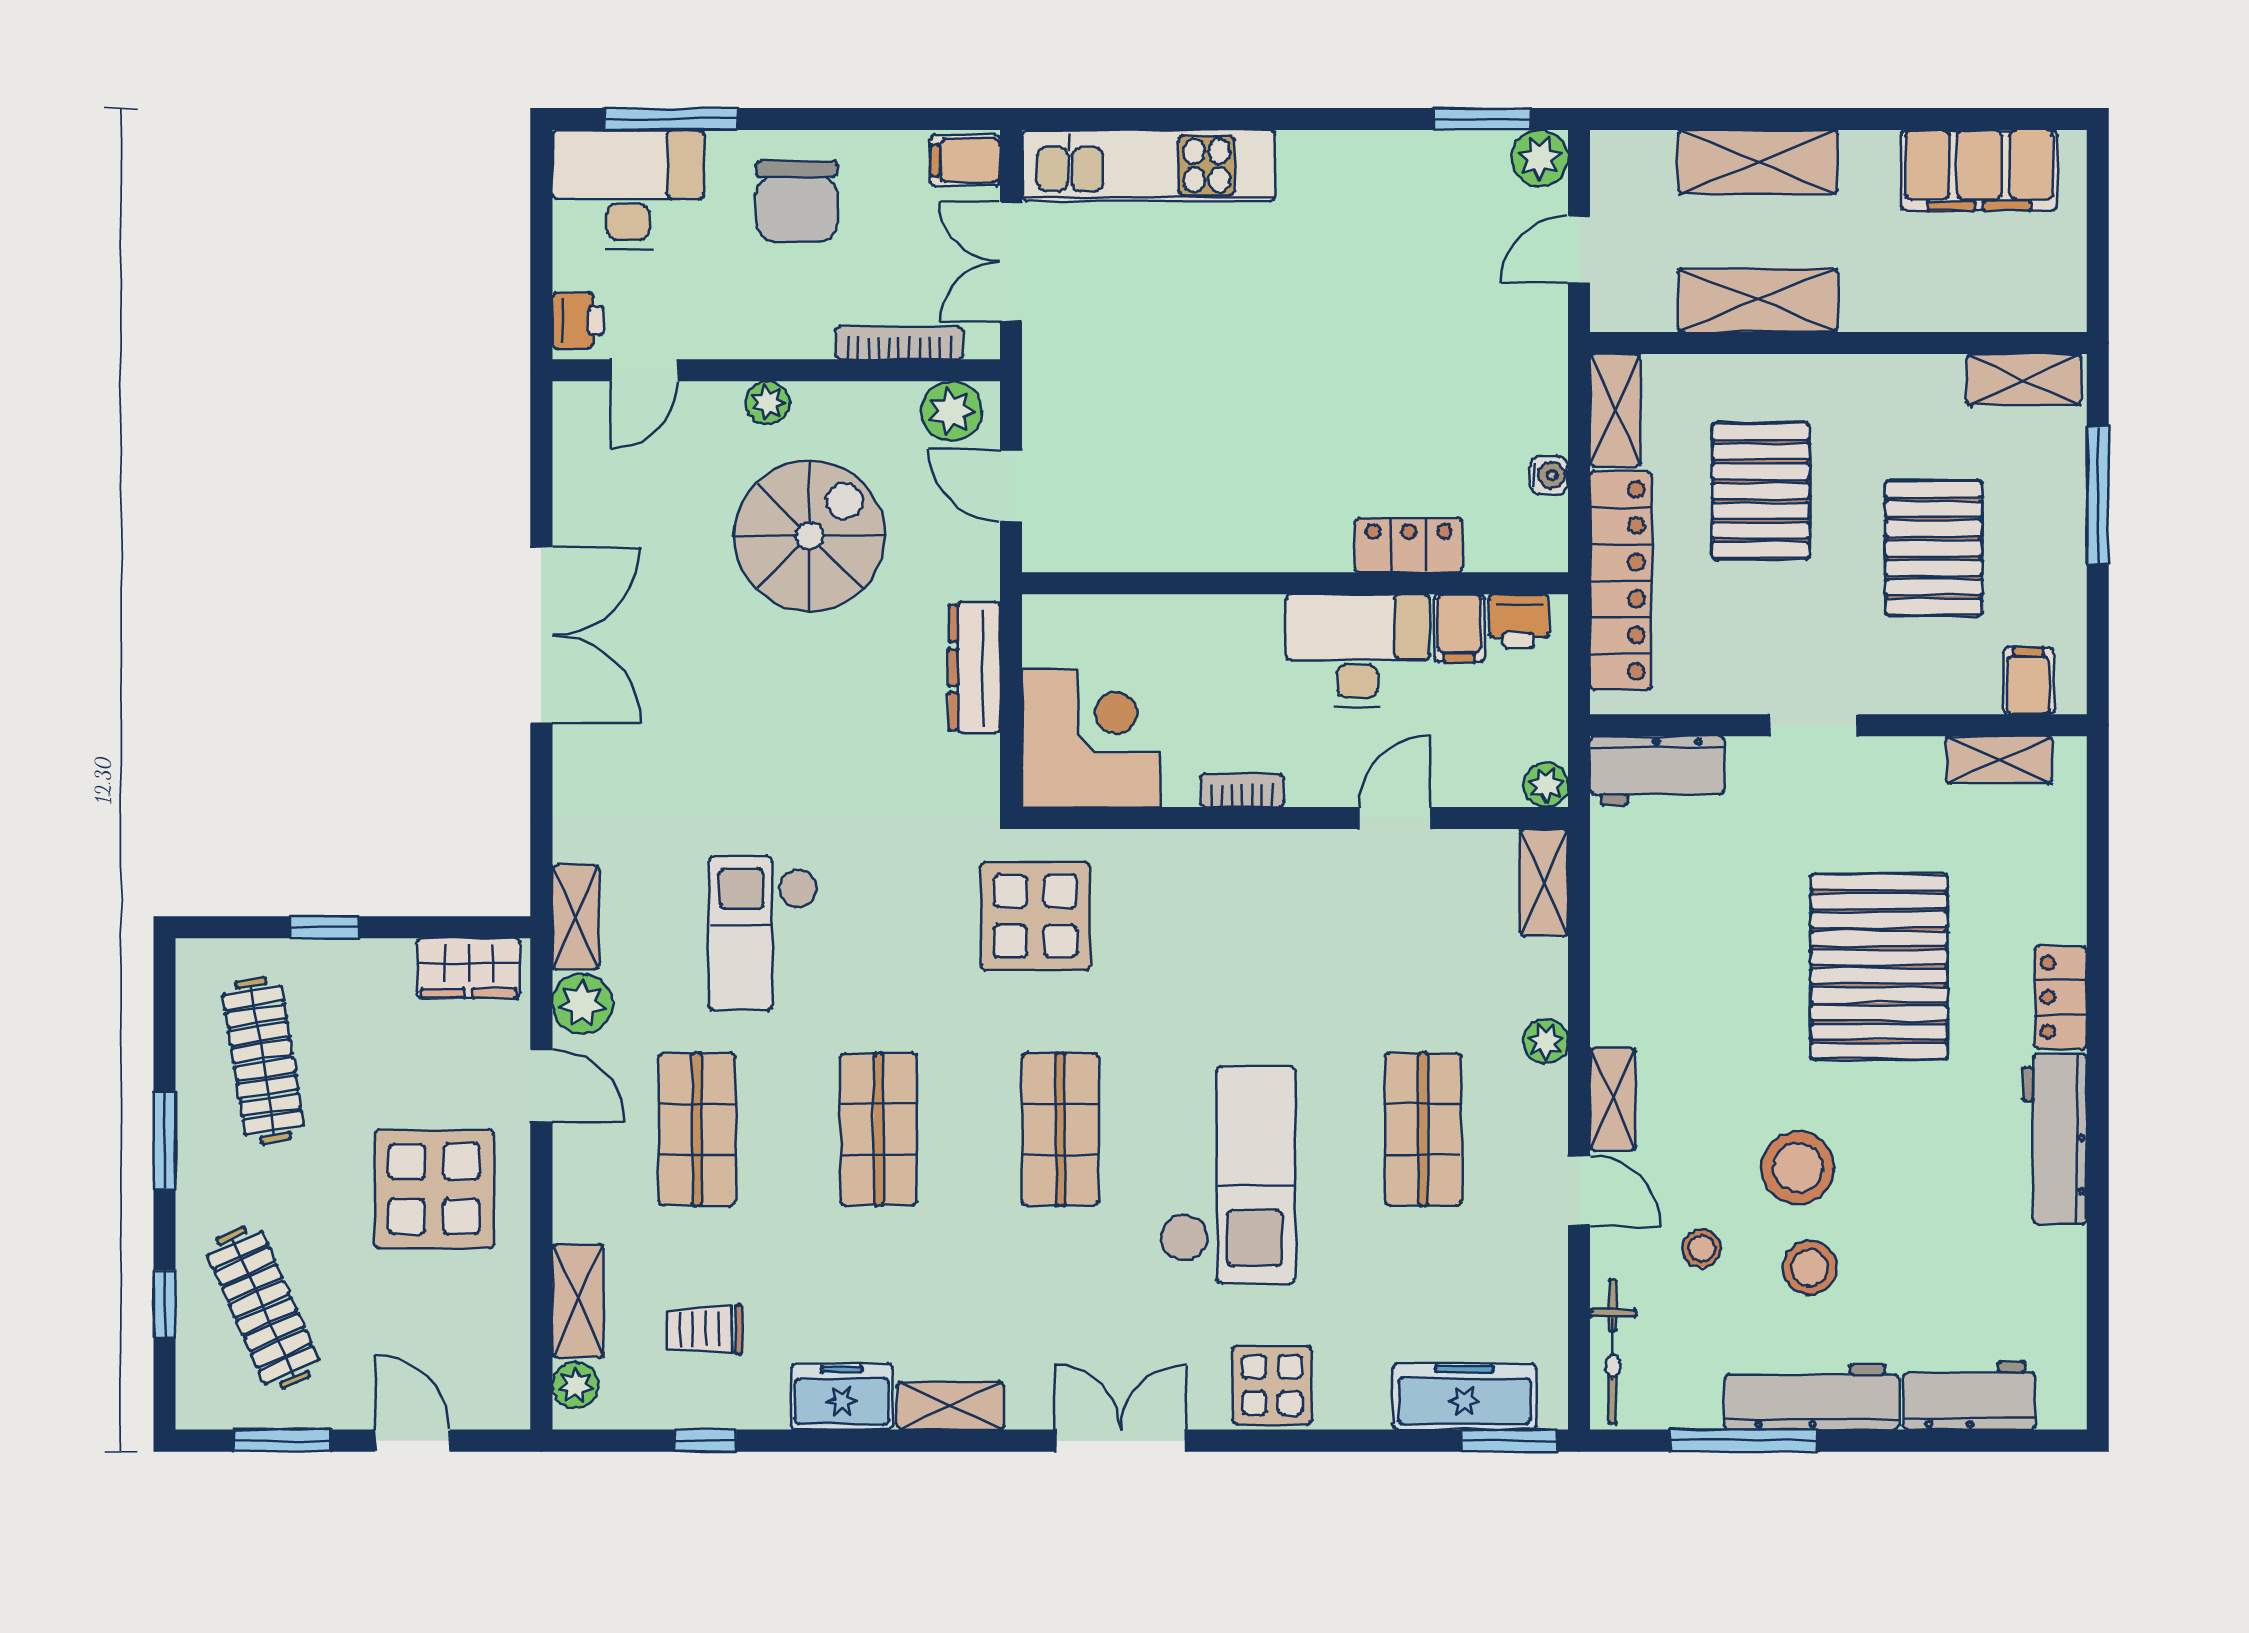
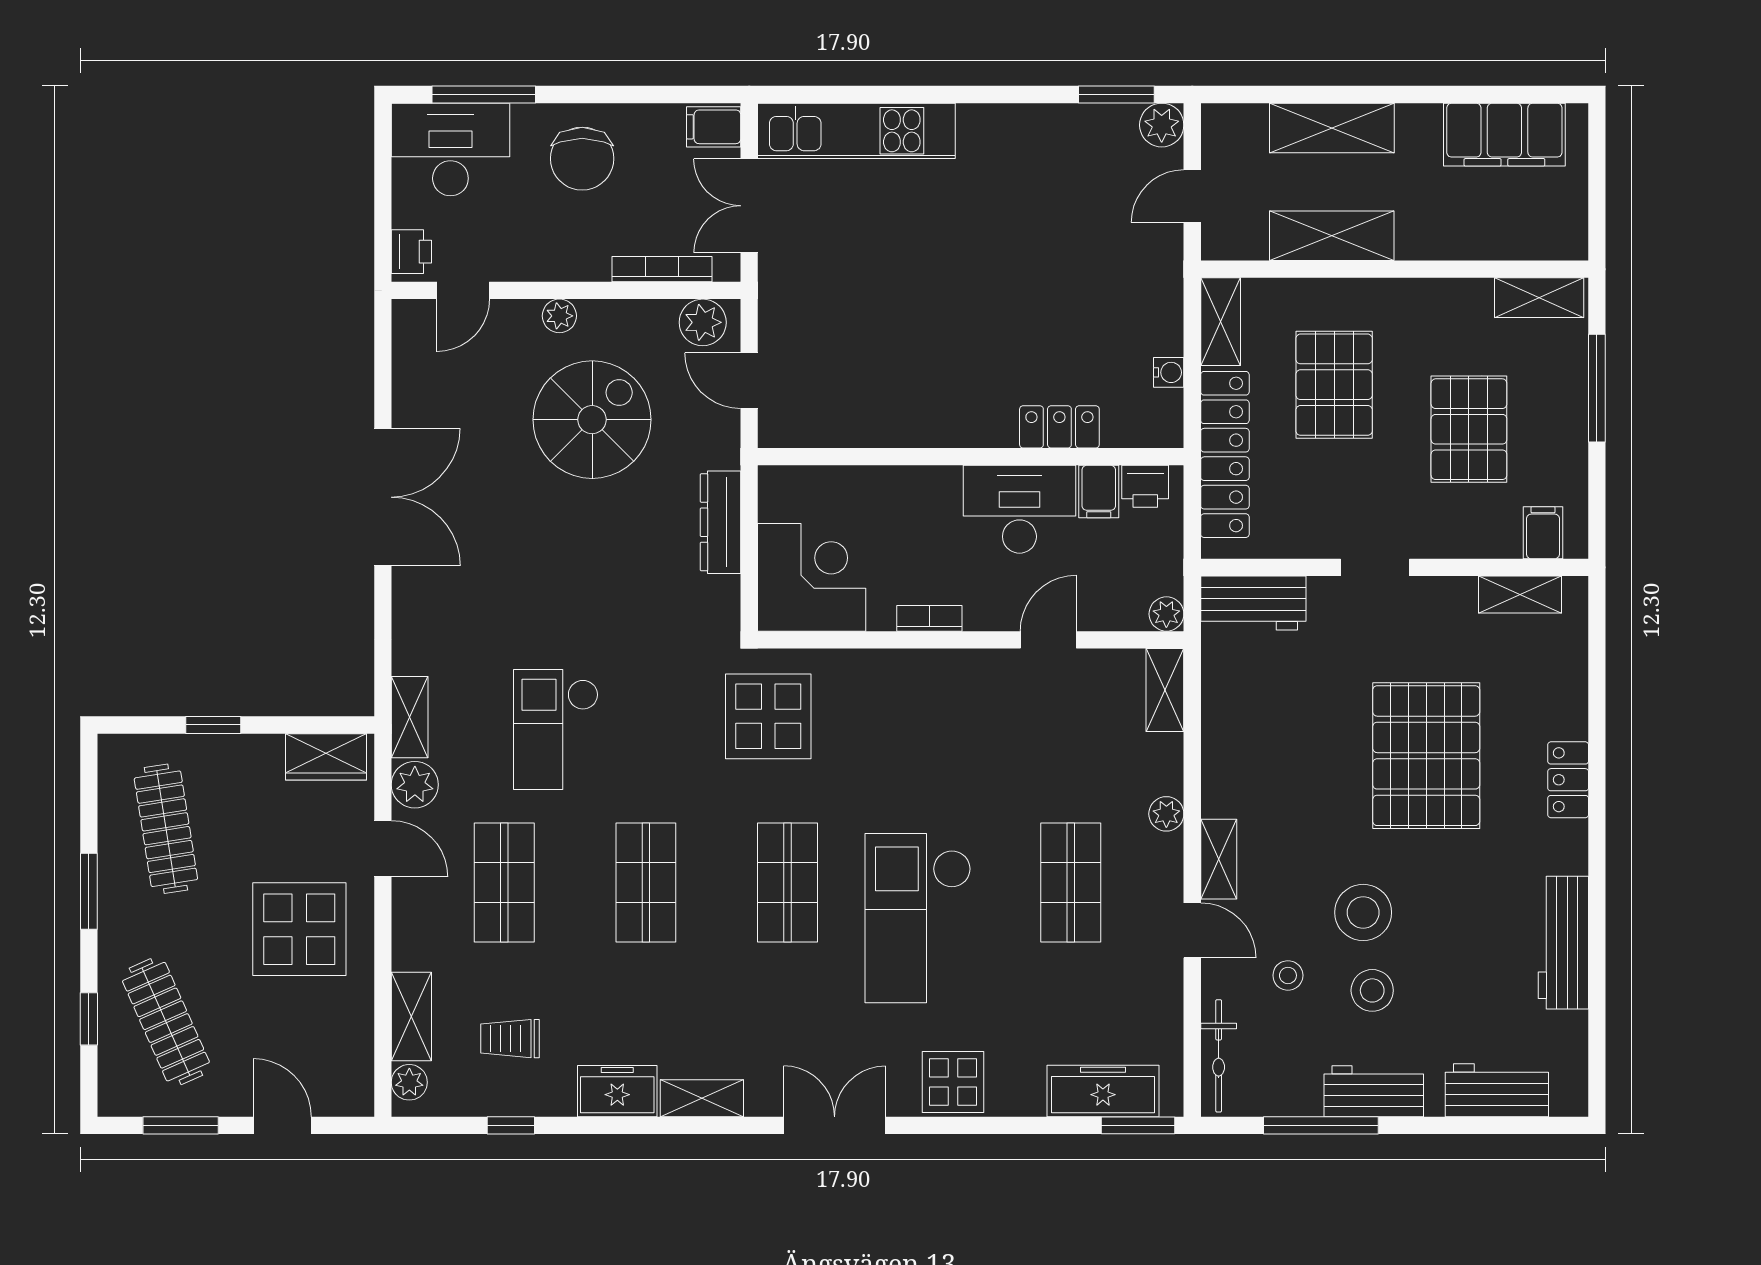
workbench: (2055, 1139) -> (1563, 943), moved
checkout: (1227, 1175) -> (918, 918), turned 180
workbench: (1812, 1397) -> (1374, 1091), width x0.73

